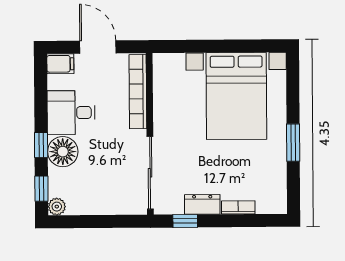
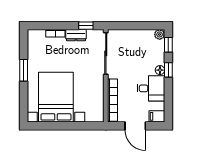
floor lamp: (63, 152) -> (160, 70), width x0.53, depth x0.53

